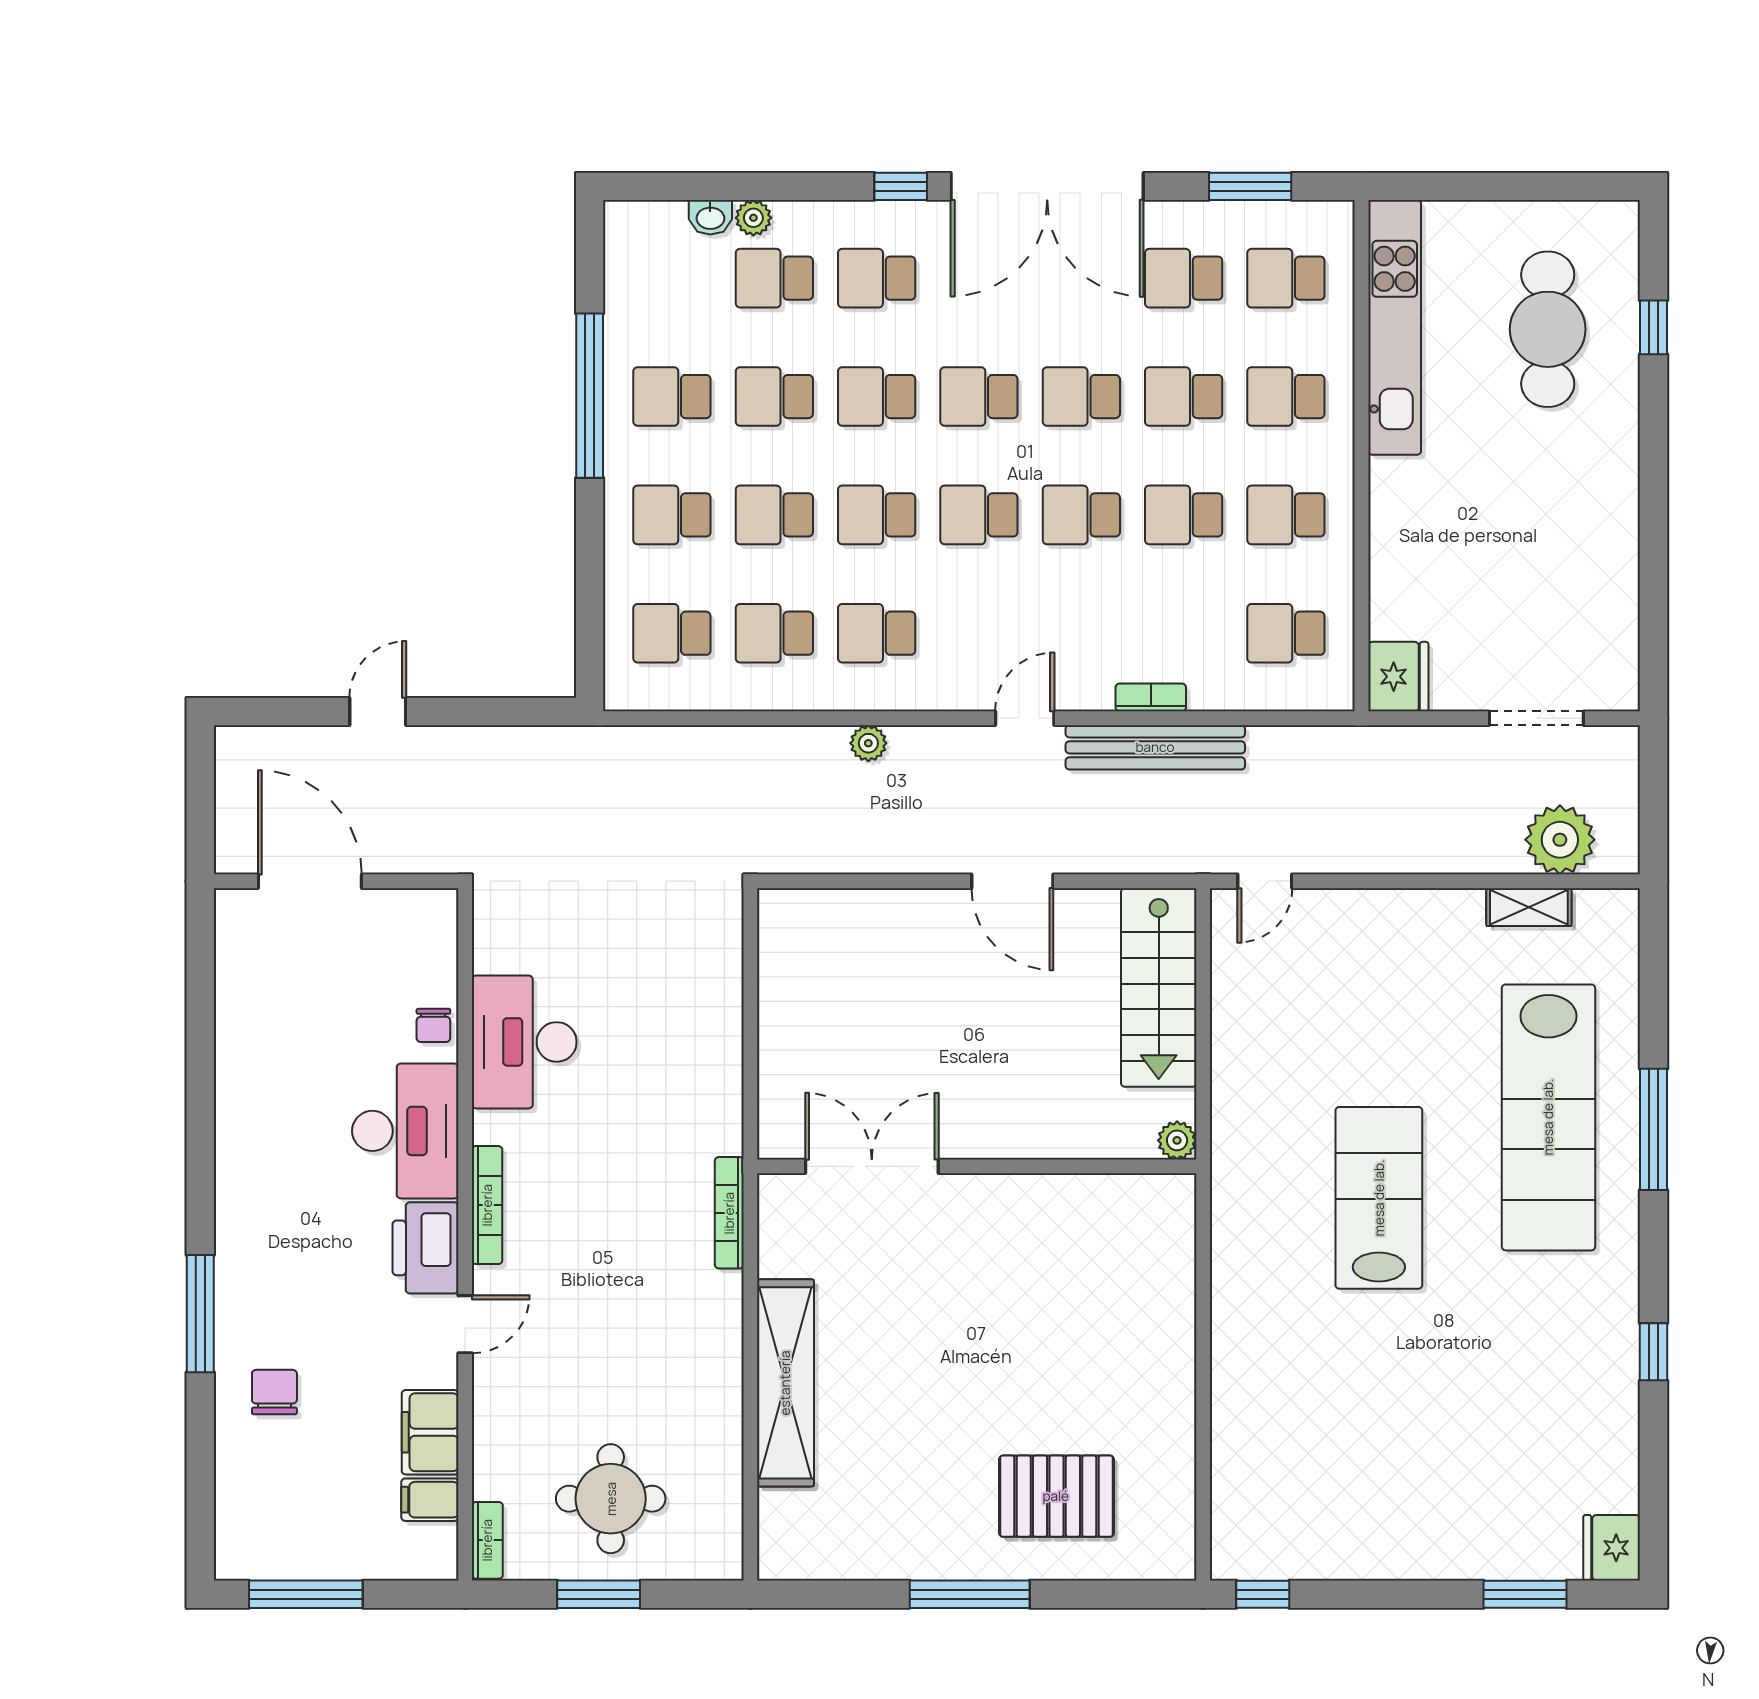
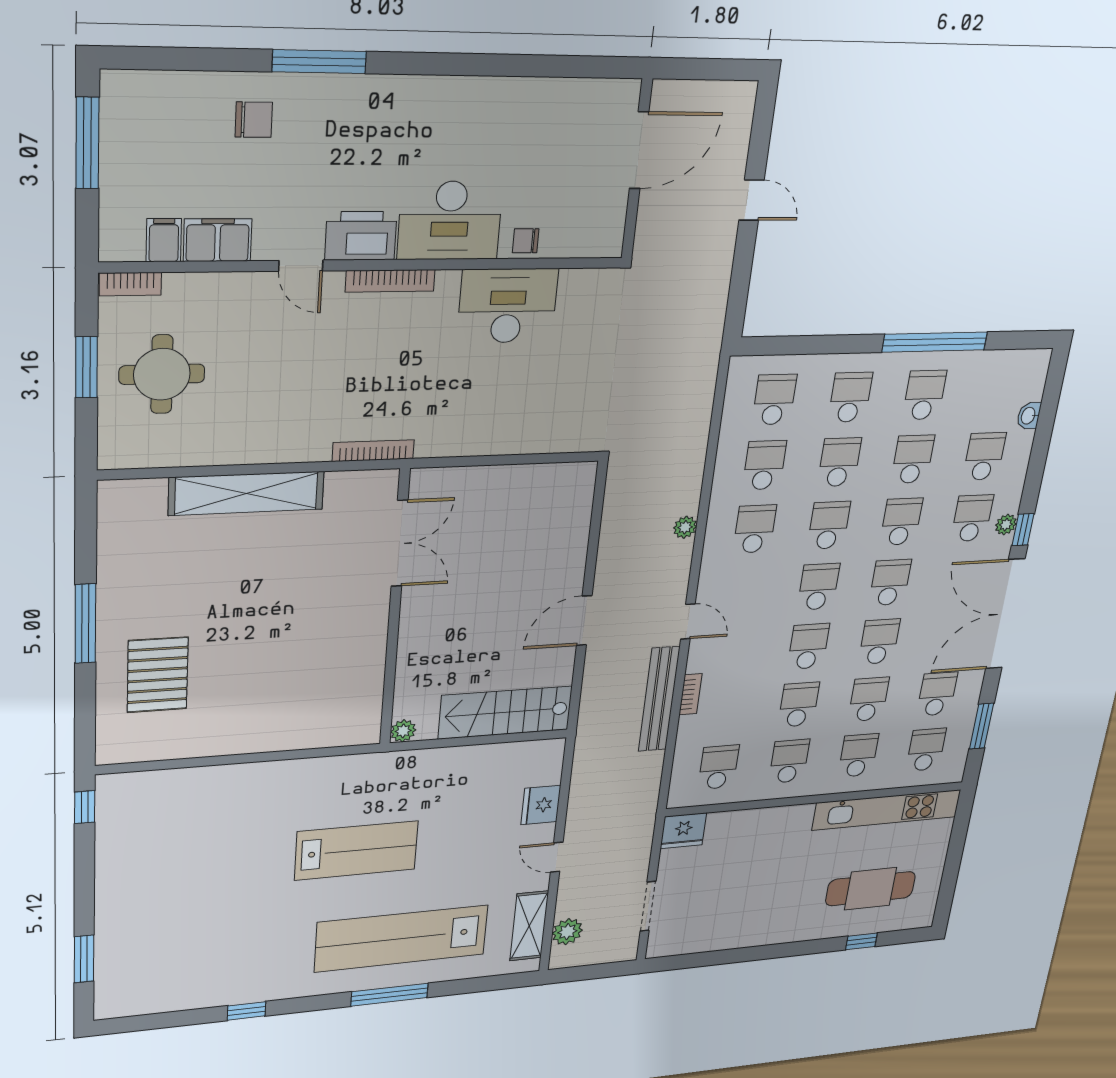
plant: (753, 218) -> (1006, 525), moved
plant: (1560, 840) -> (567, 932), width x0.73, depth x0.73
door: (1265, 881) -> (557, 857), moved
shelving: (1529, 907) -> (529, 926), width x1.50, depth x1.33
fridge: (1612, 1548) -> (541, 805), moved, turned -90

